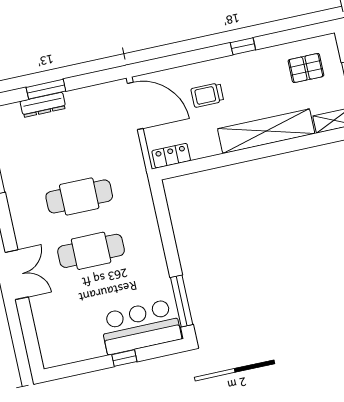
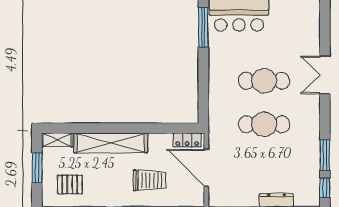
trolley: (207, 95) -> (150, 180), width x1.36, depth x1.39
door: (135, 106) -> (206, 168), moved

